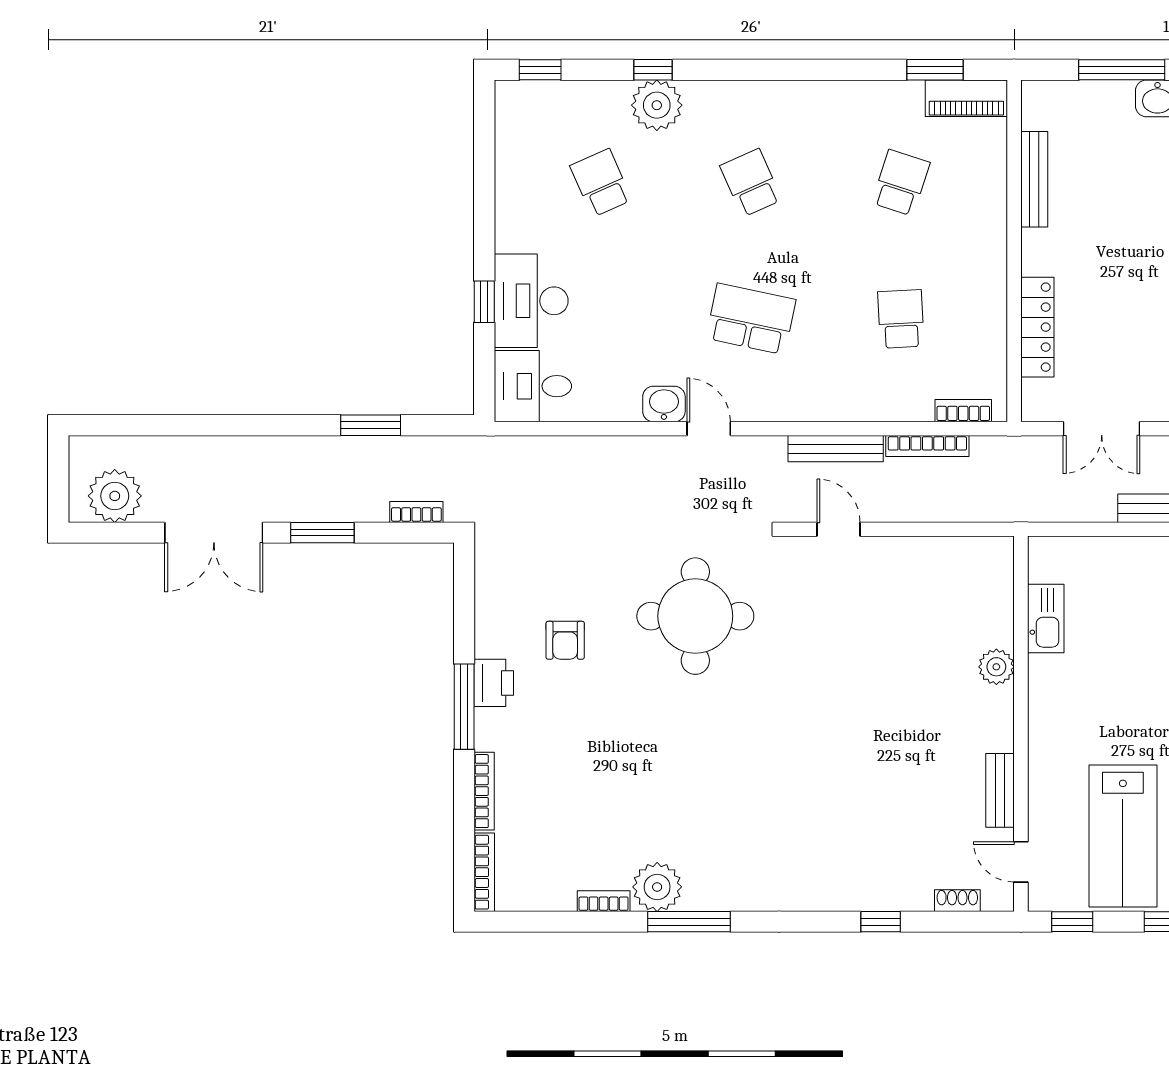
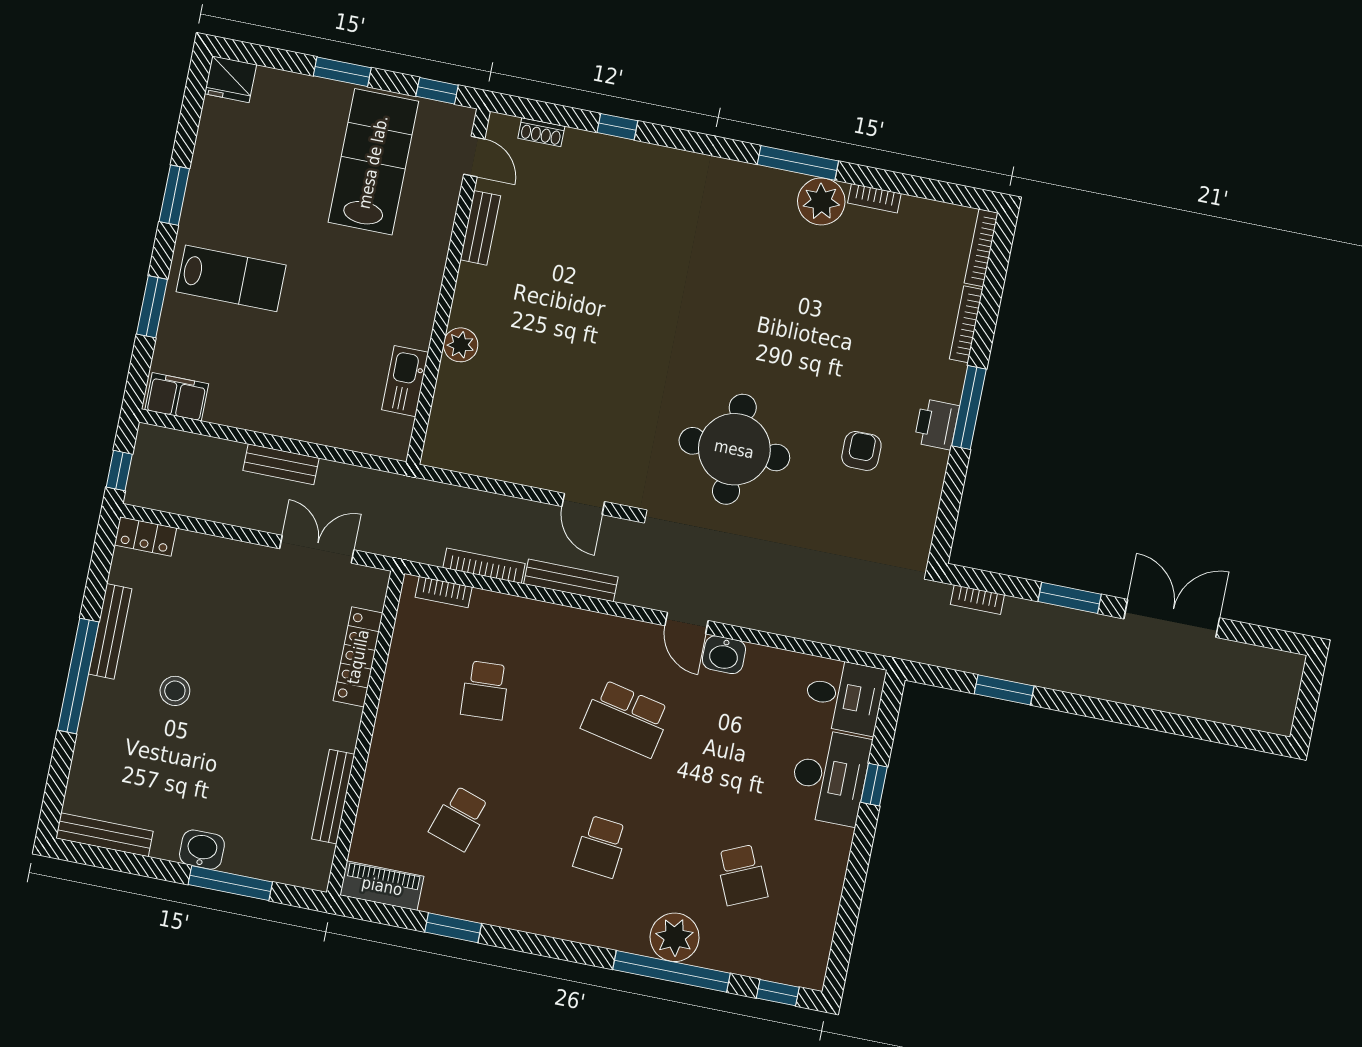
window: (653, 70) -> (672, 971), width x3.17
window: (935, 70) -> (453, 928), moved
school desk: (751, 183) -> (601, 847), turned 30
plant: (115, 496) -> (1258, 671), removed

